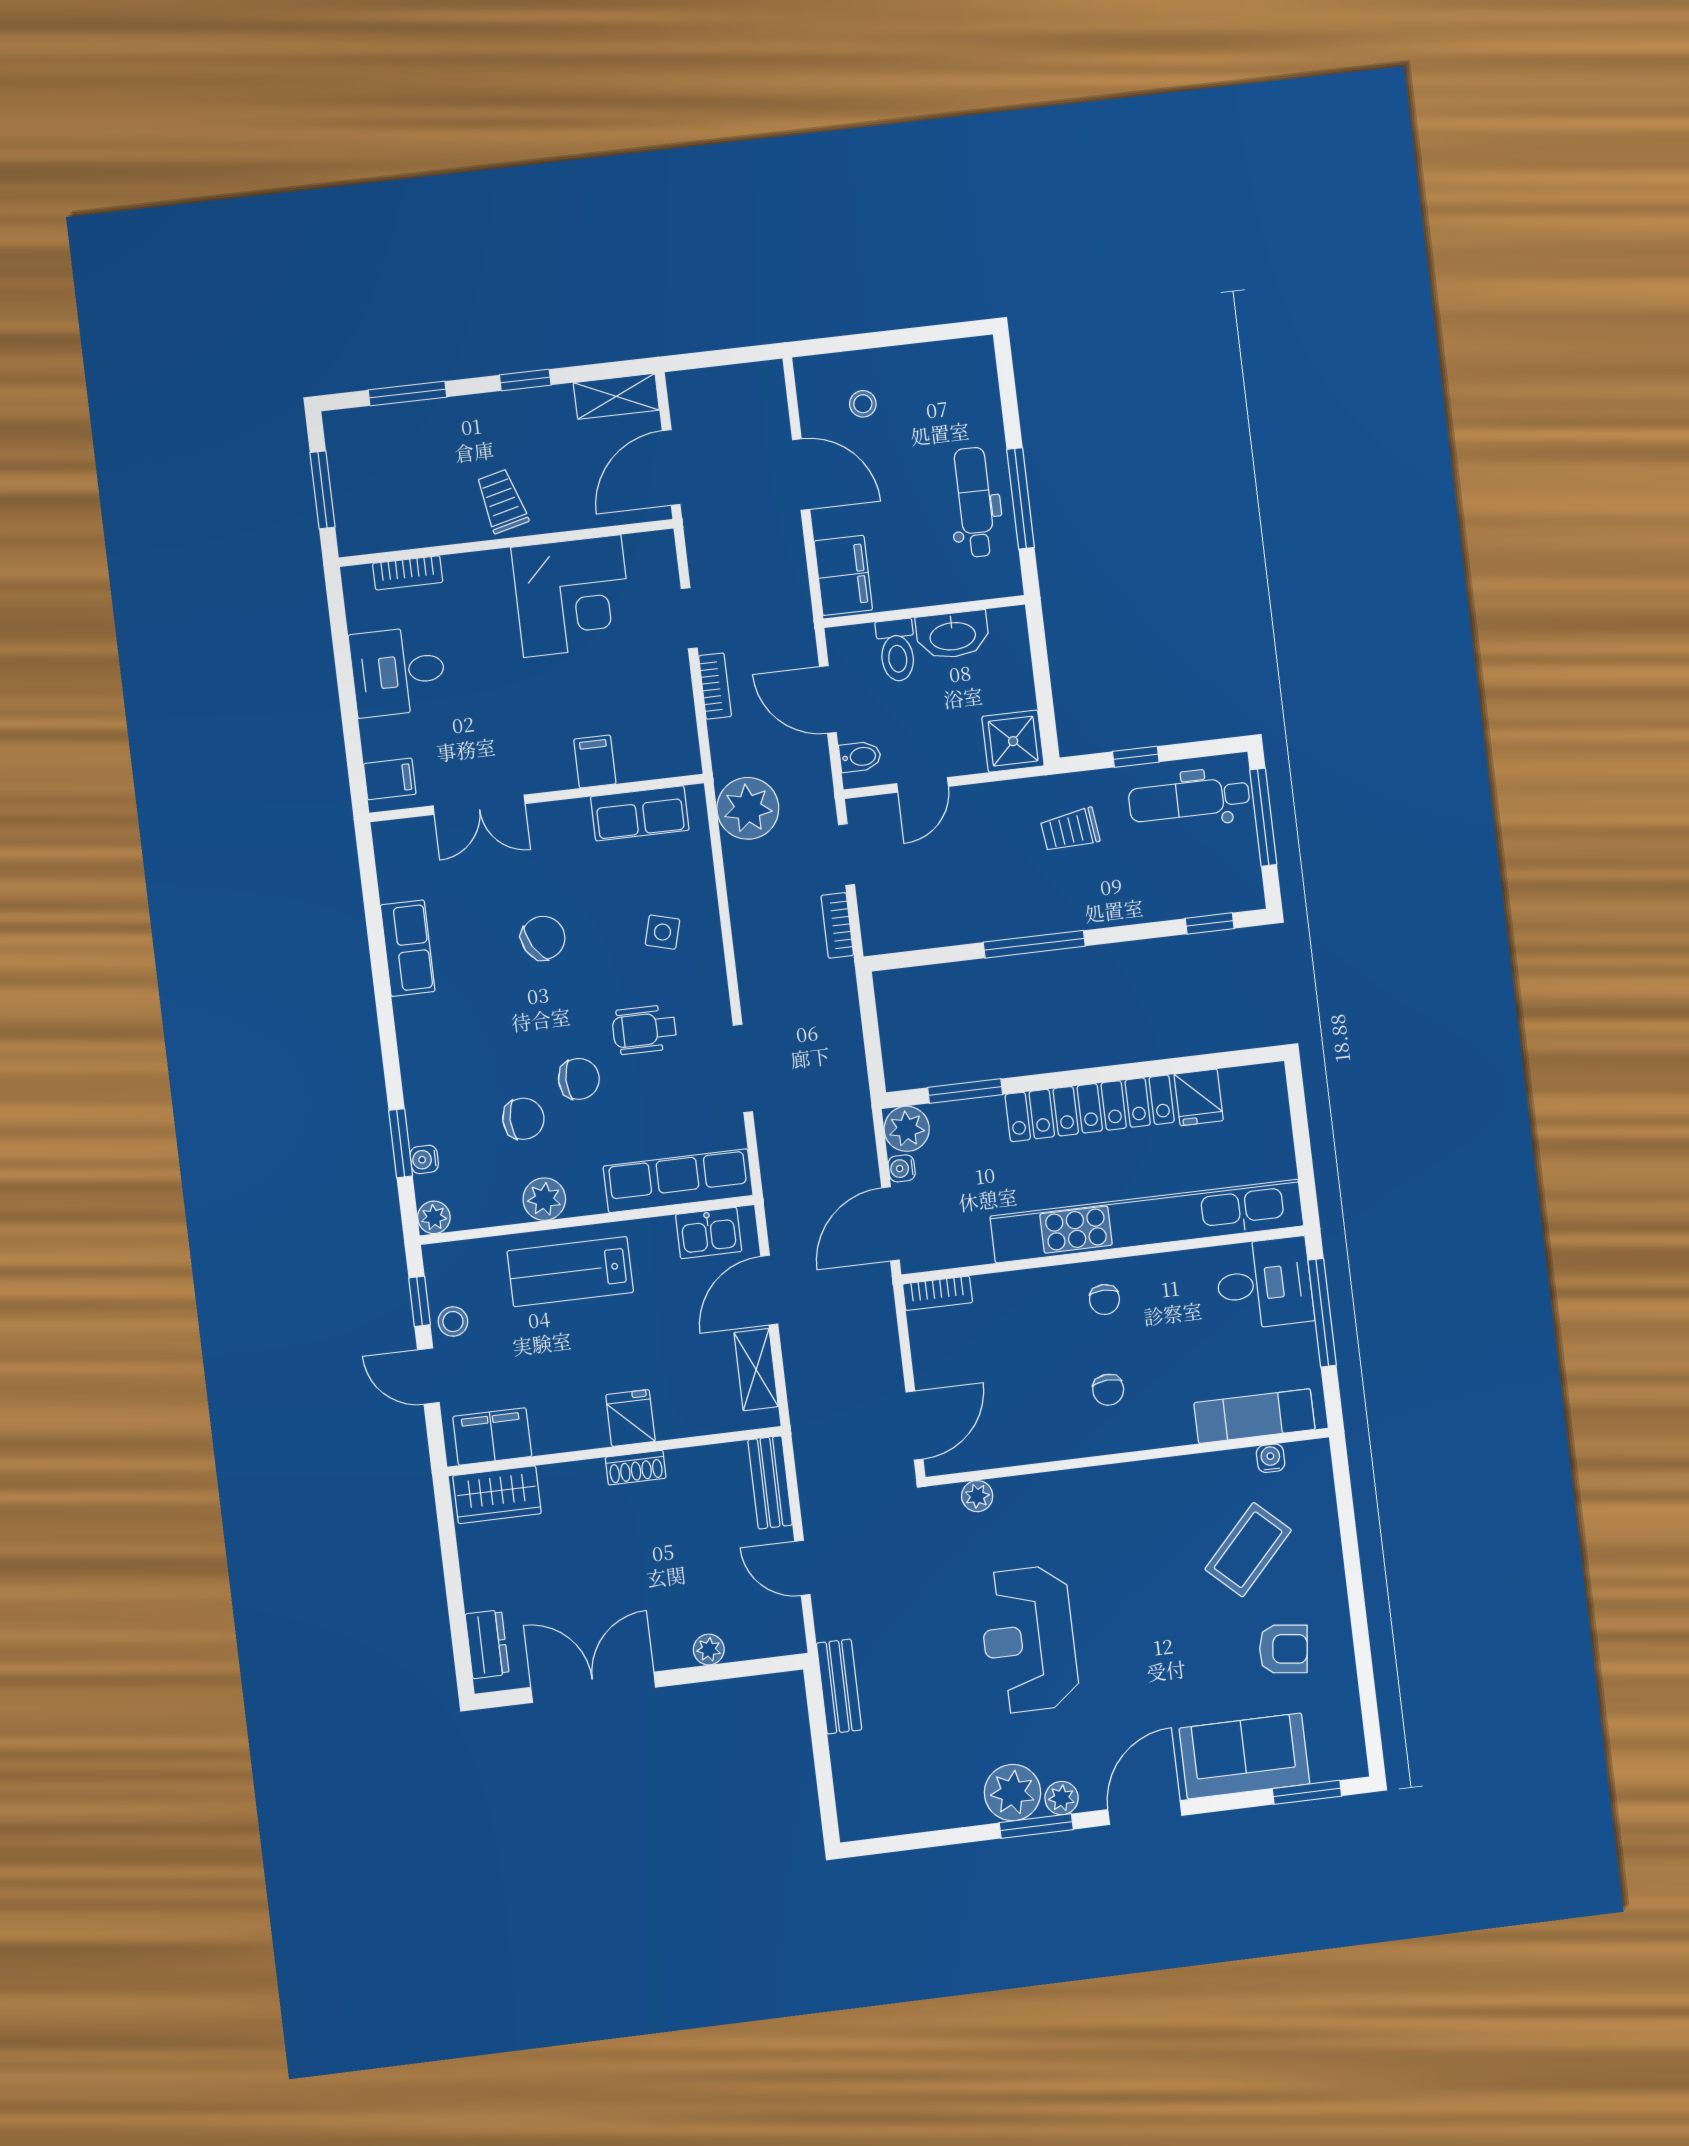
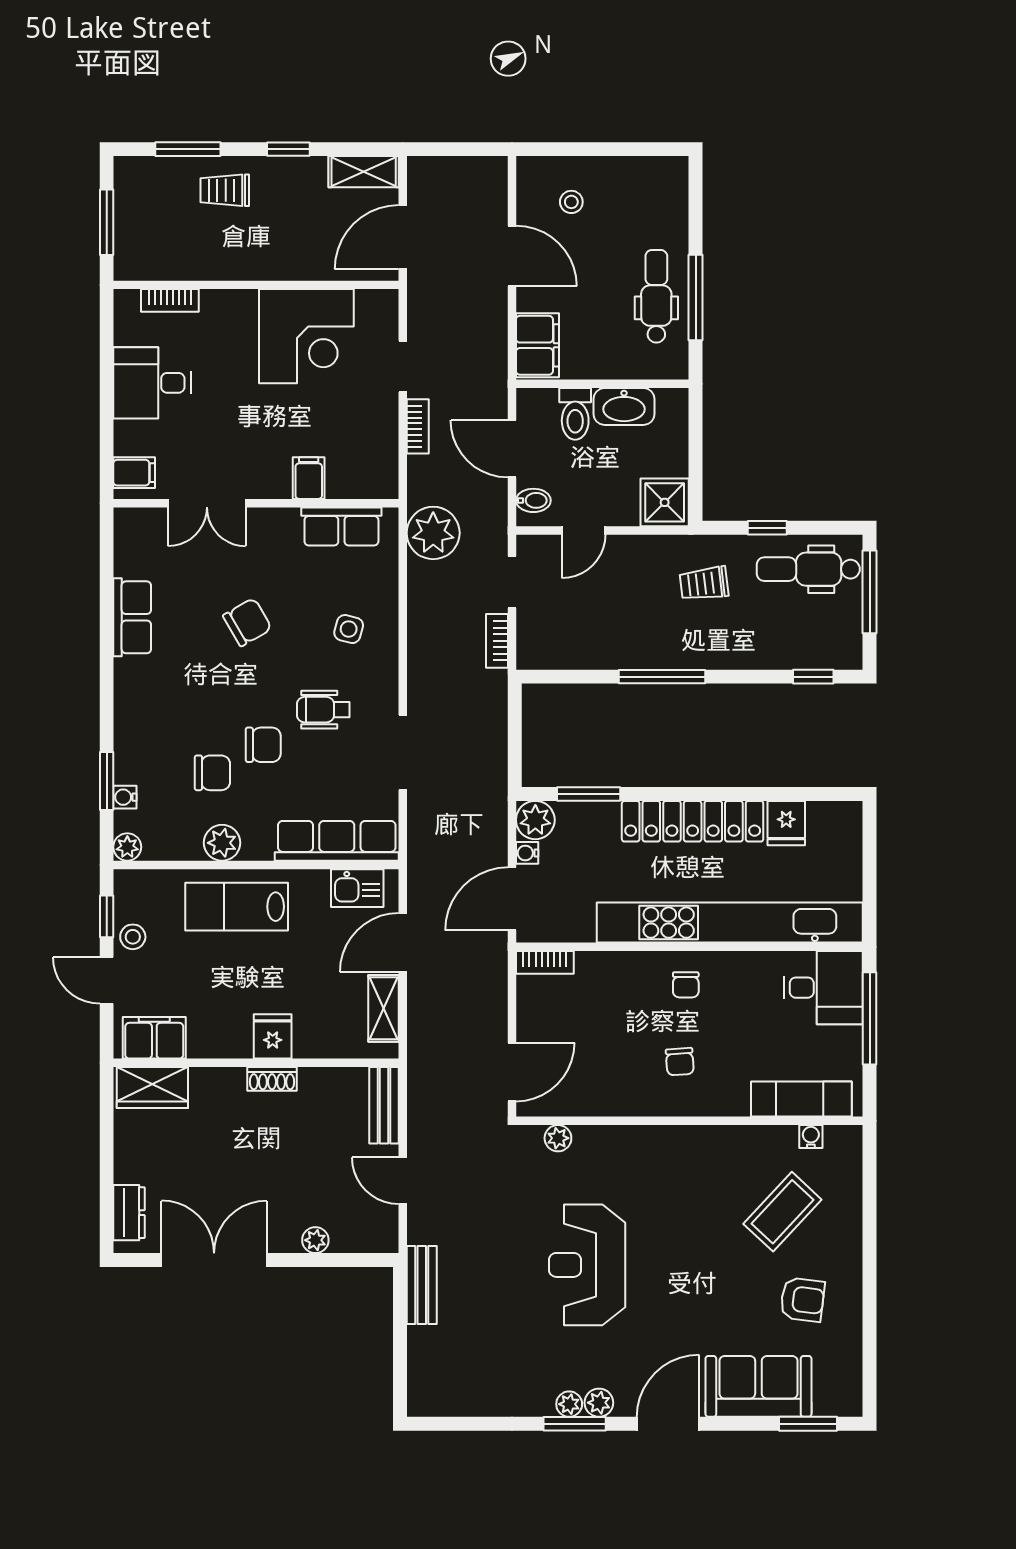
trolley: (502, 501) -> (225, 190), moved, turned -76
plant: (1013, 1793) -> (569, 1404), width x0.53, depth x0.53

